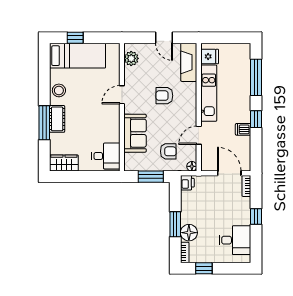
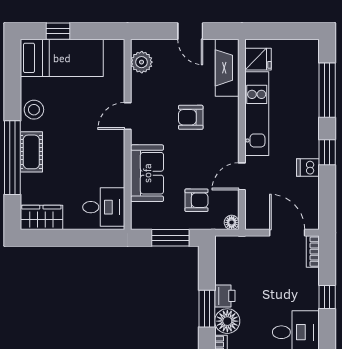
window: (44, 123) -> (12, 158), width x1.46
printer: (187, 183) -> (225, 296), moved

